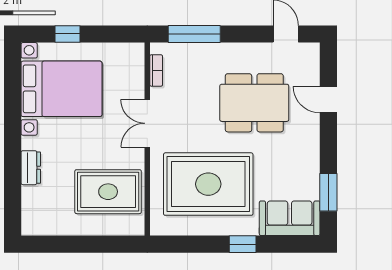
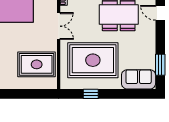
double door: (147, 123) -> (59, 26), swing flipped
window: (243, 244) -> (91, 94), moved

